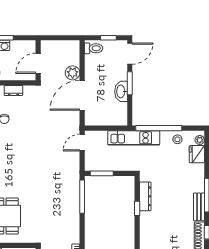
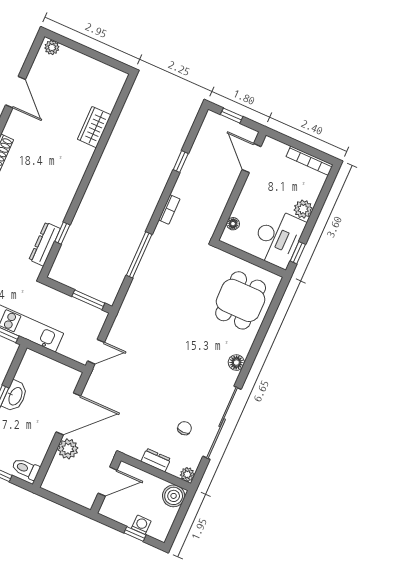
window: (82, 197) -> (139, 255), moved

